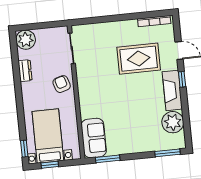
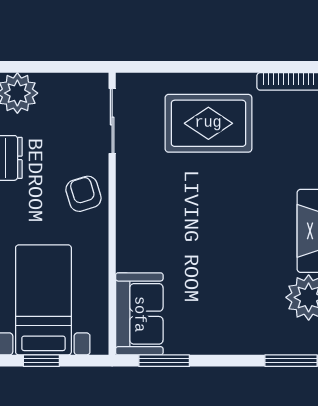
rug: (139, 59) -> (208, 123), moved

